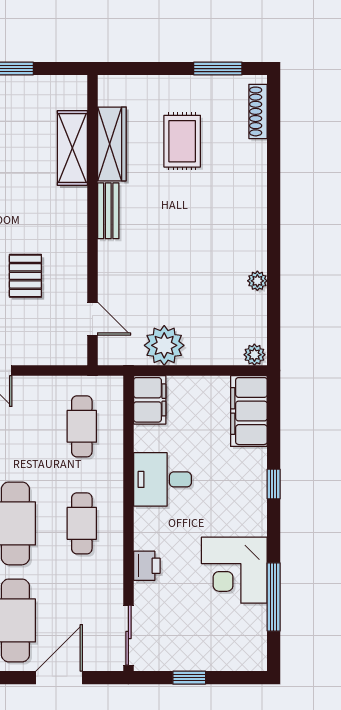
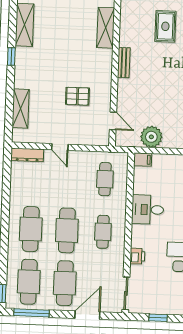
wardrobe: (112, 144) -> (127, 26), removed
pallet: (25, 276) -> (77, 96), turned 90
filing cabinet: (150, 400) -> (143, 160), width x0.50

